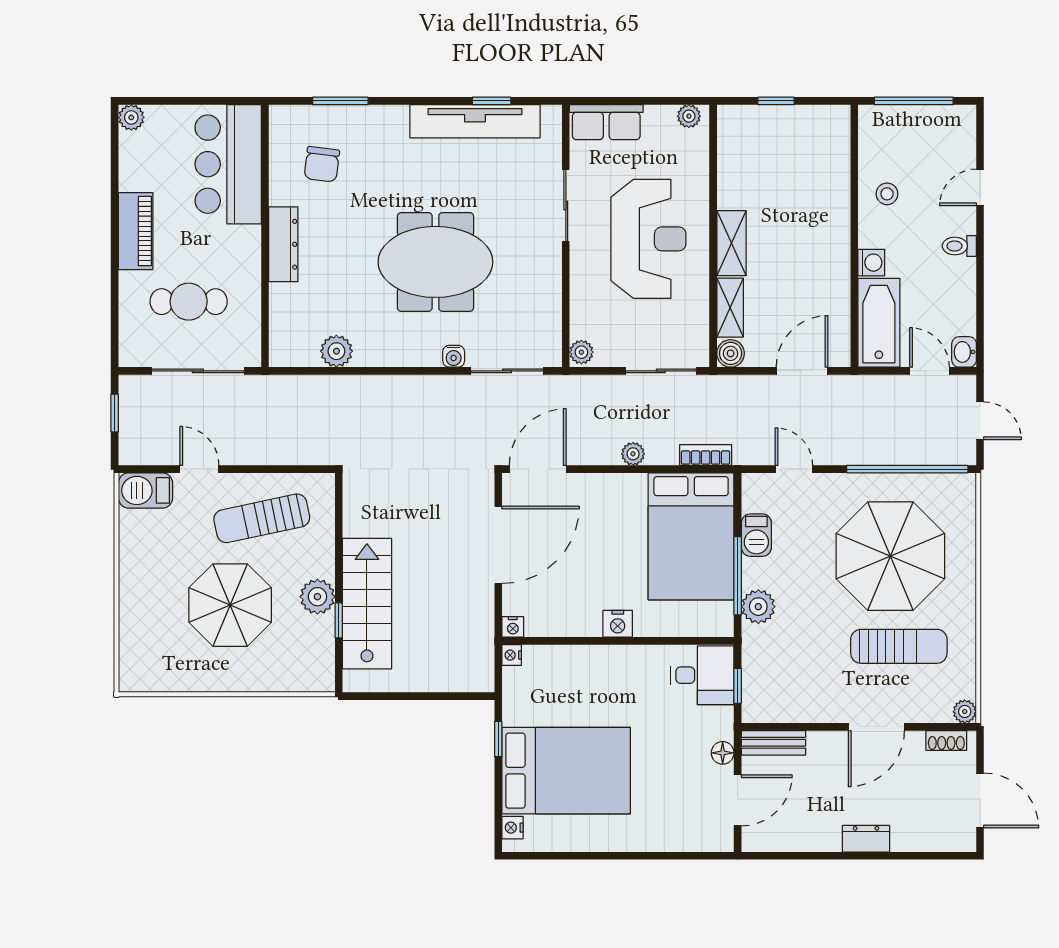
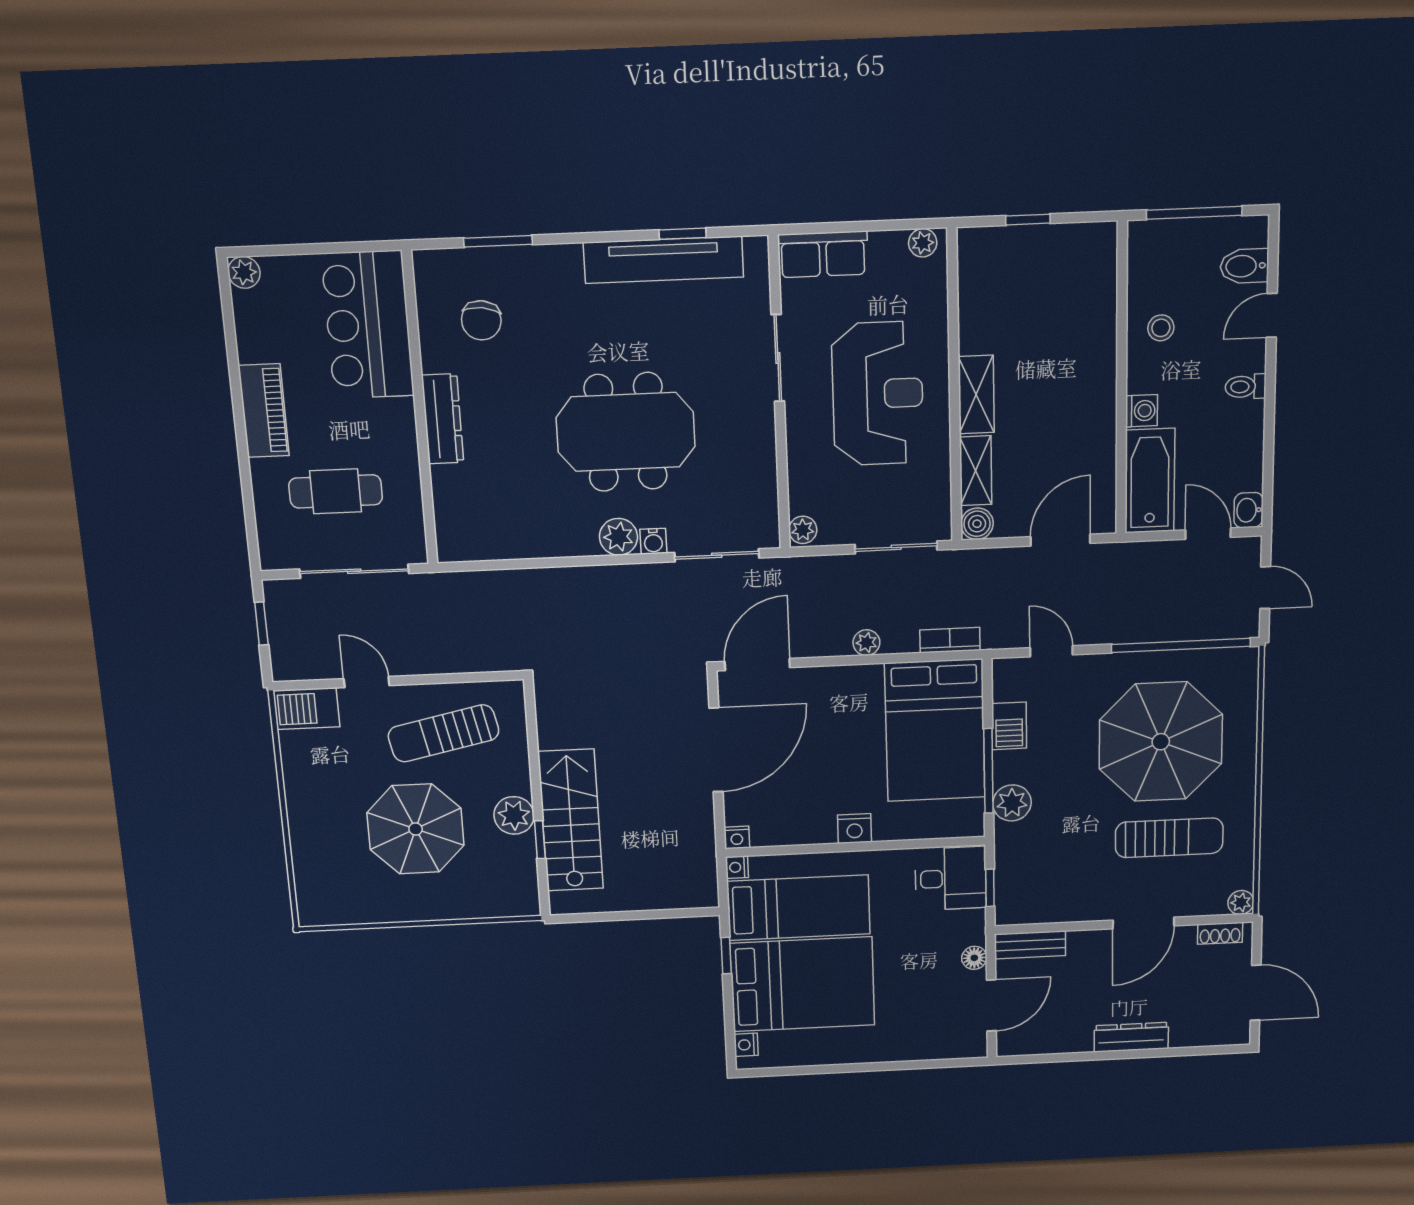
bidet: (956, 146) -> (1244, 266), added
plant: (336, 351) -> (618, 537), moved
bed: (565, 696) -> (799, 908), added
dresser: (866, 839) -> (1131, 1037), width x1.44

